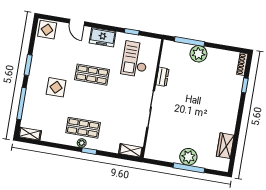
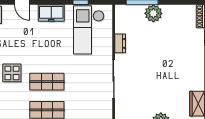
checkout: (135, 59) -> (89, 30), width x1.36, depth x1.21
shop shelf: (92, 75) -> (47, 82), moved

